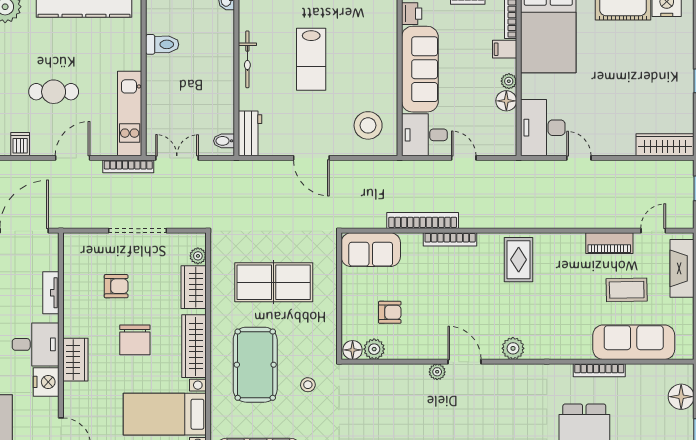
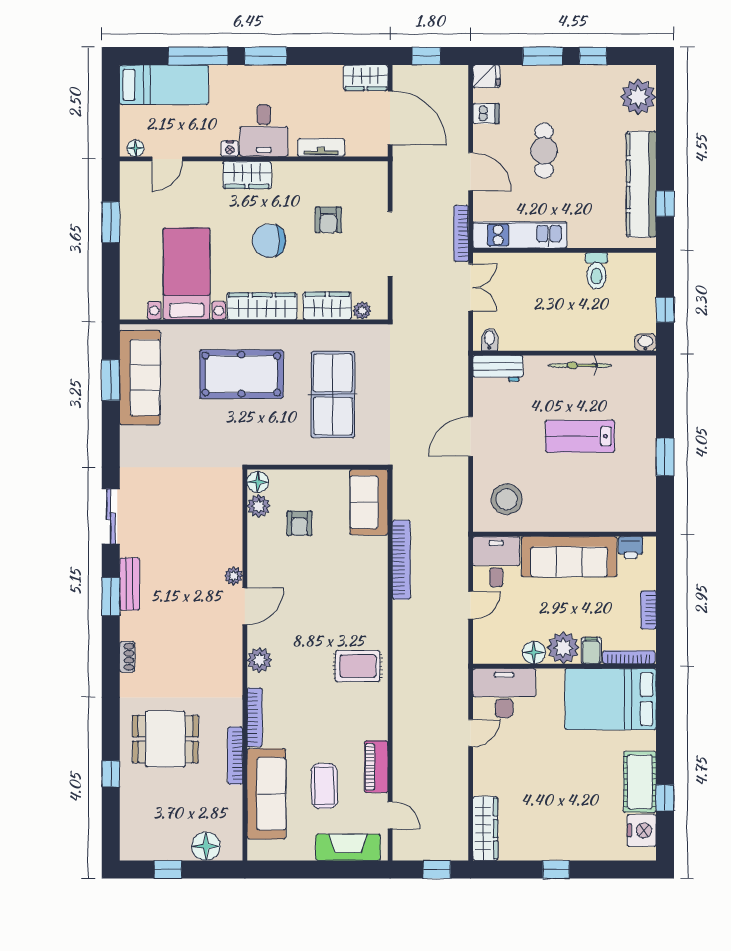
plant: (509, 81) -> (563, 648), width x1.87, depth x1.87
bookcase: (450, 239) -> (255, 717), moved, turned 180
nightstand: (46, 382) -> (230, 149), width x0.53, depth x0.56
stool: (308, 385) -> (219, 433), removed

